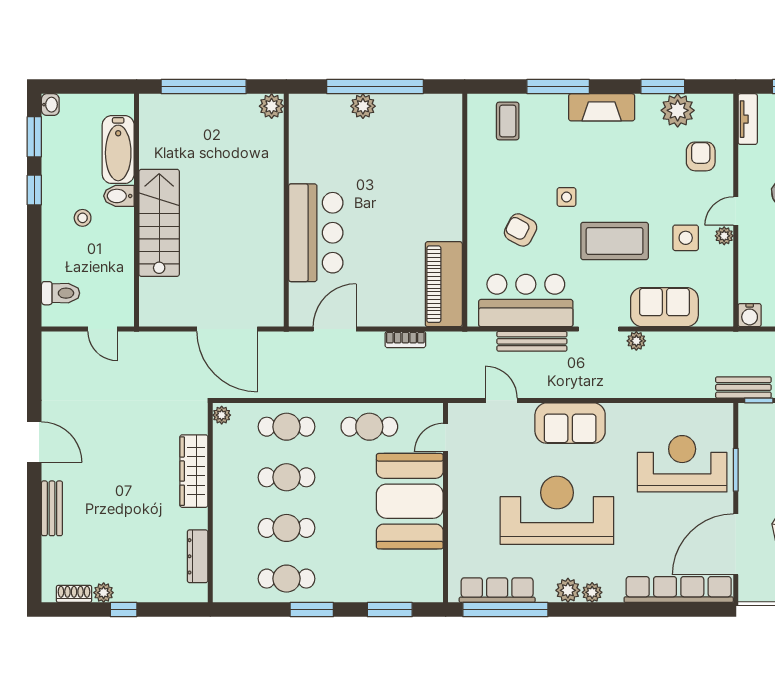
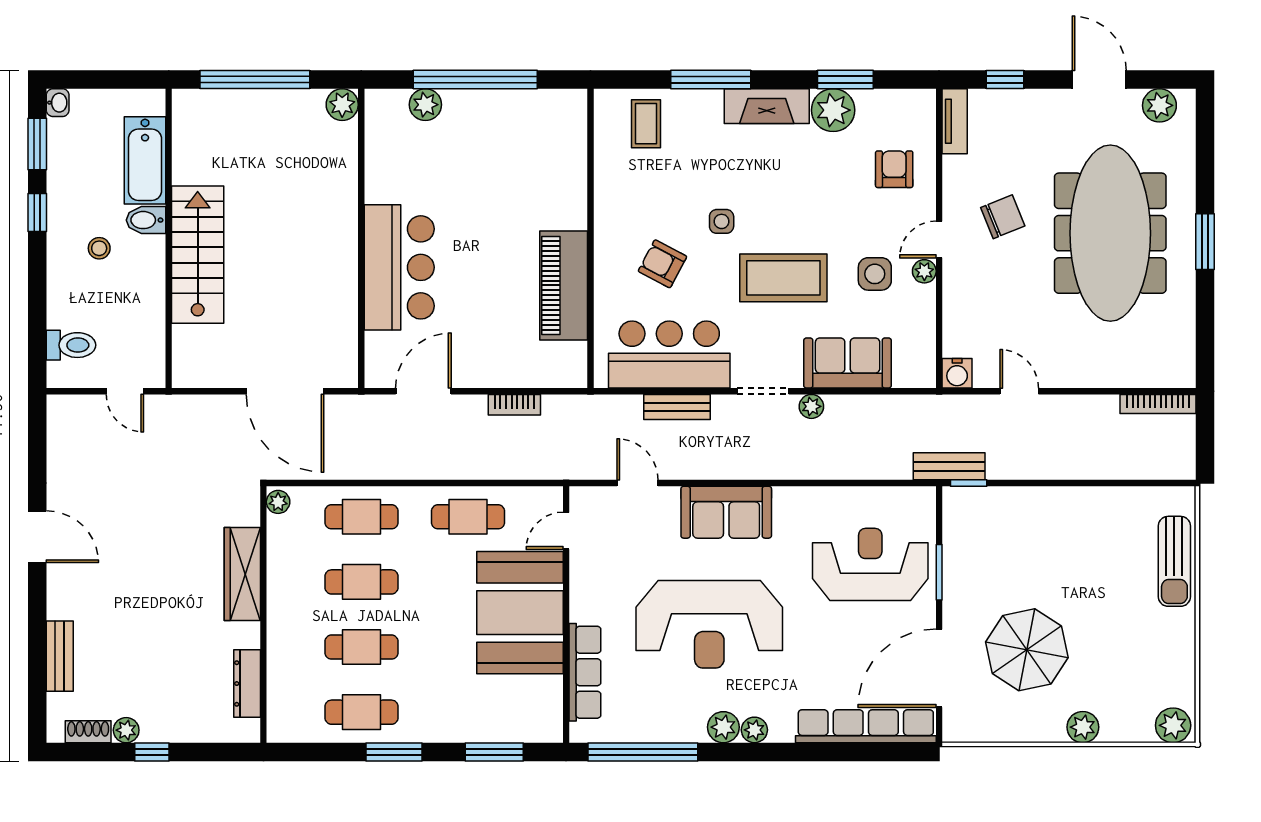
plant: (363, 106) -> (425, 105), moved
plant: (678, 110) -> (833, 110), moved
piano: (444, 284) -> (564, 285), moved
bench: (532, 341) -> (677, 407), width x0.73
bench: (52, 508) -> (60, 656), moved
reception desk: (557, 510) -> (709, 624), turned 180
row of seats: (497, 590) -> (585, 672), moved, turned 90

